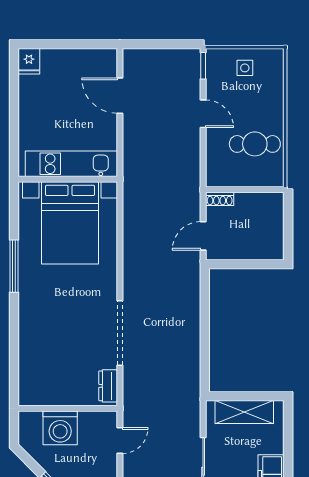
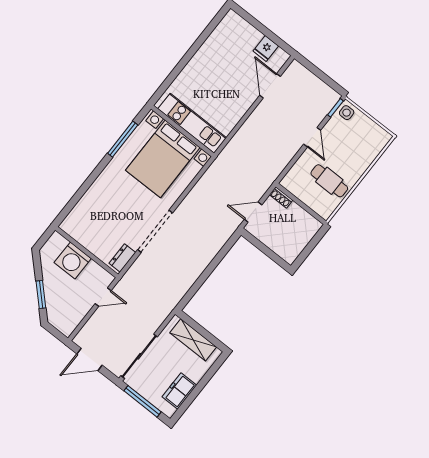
fridge: (29, 61) -> (266, 48), moved
side table: (245, 68) -> (347, 113), moved
kitchen unit: (71, 164) -> (192, 123), moved
wall: (68, 179) -> (183, 131), moved
bed with nightstands: (70, 223) -> (163, 159), moved

